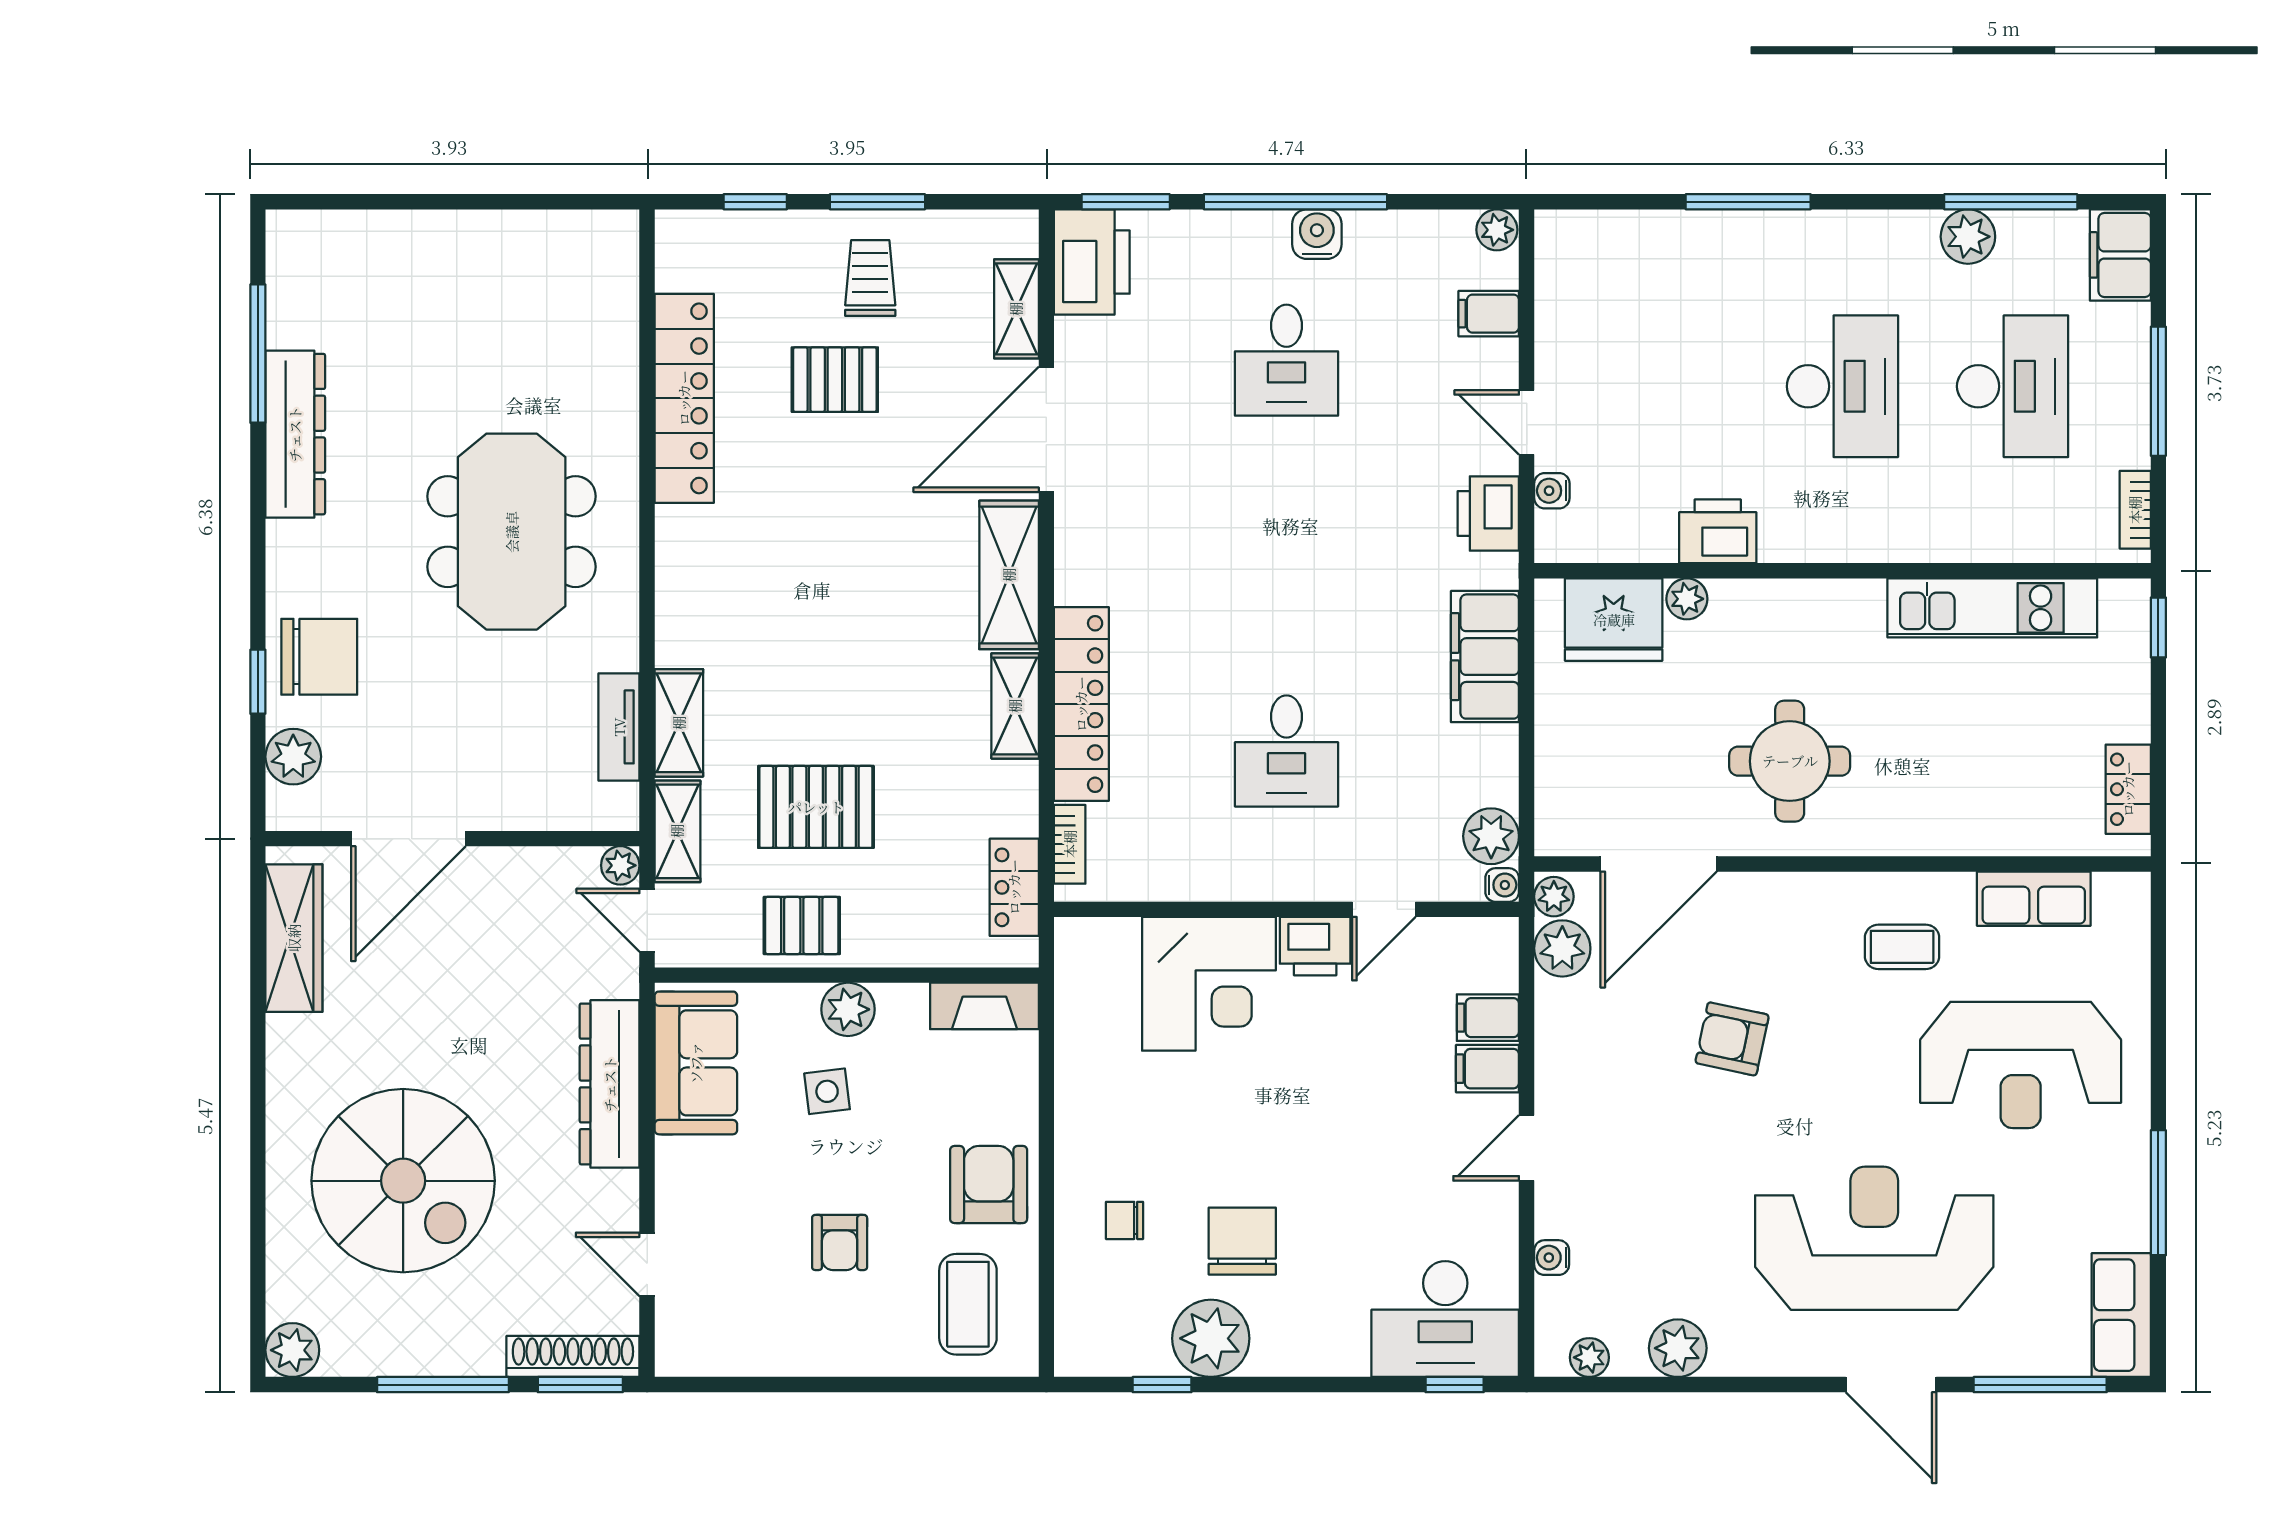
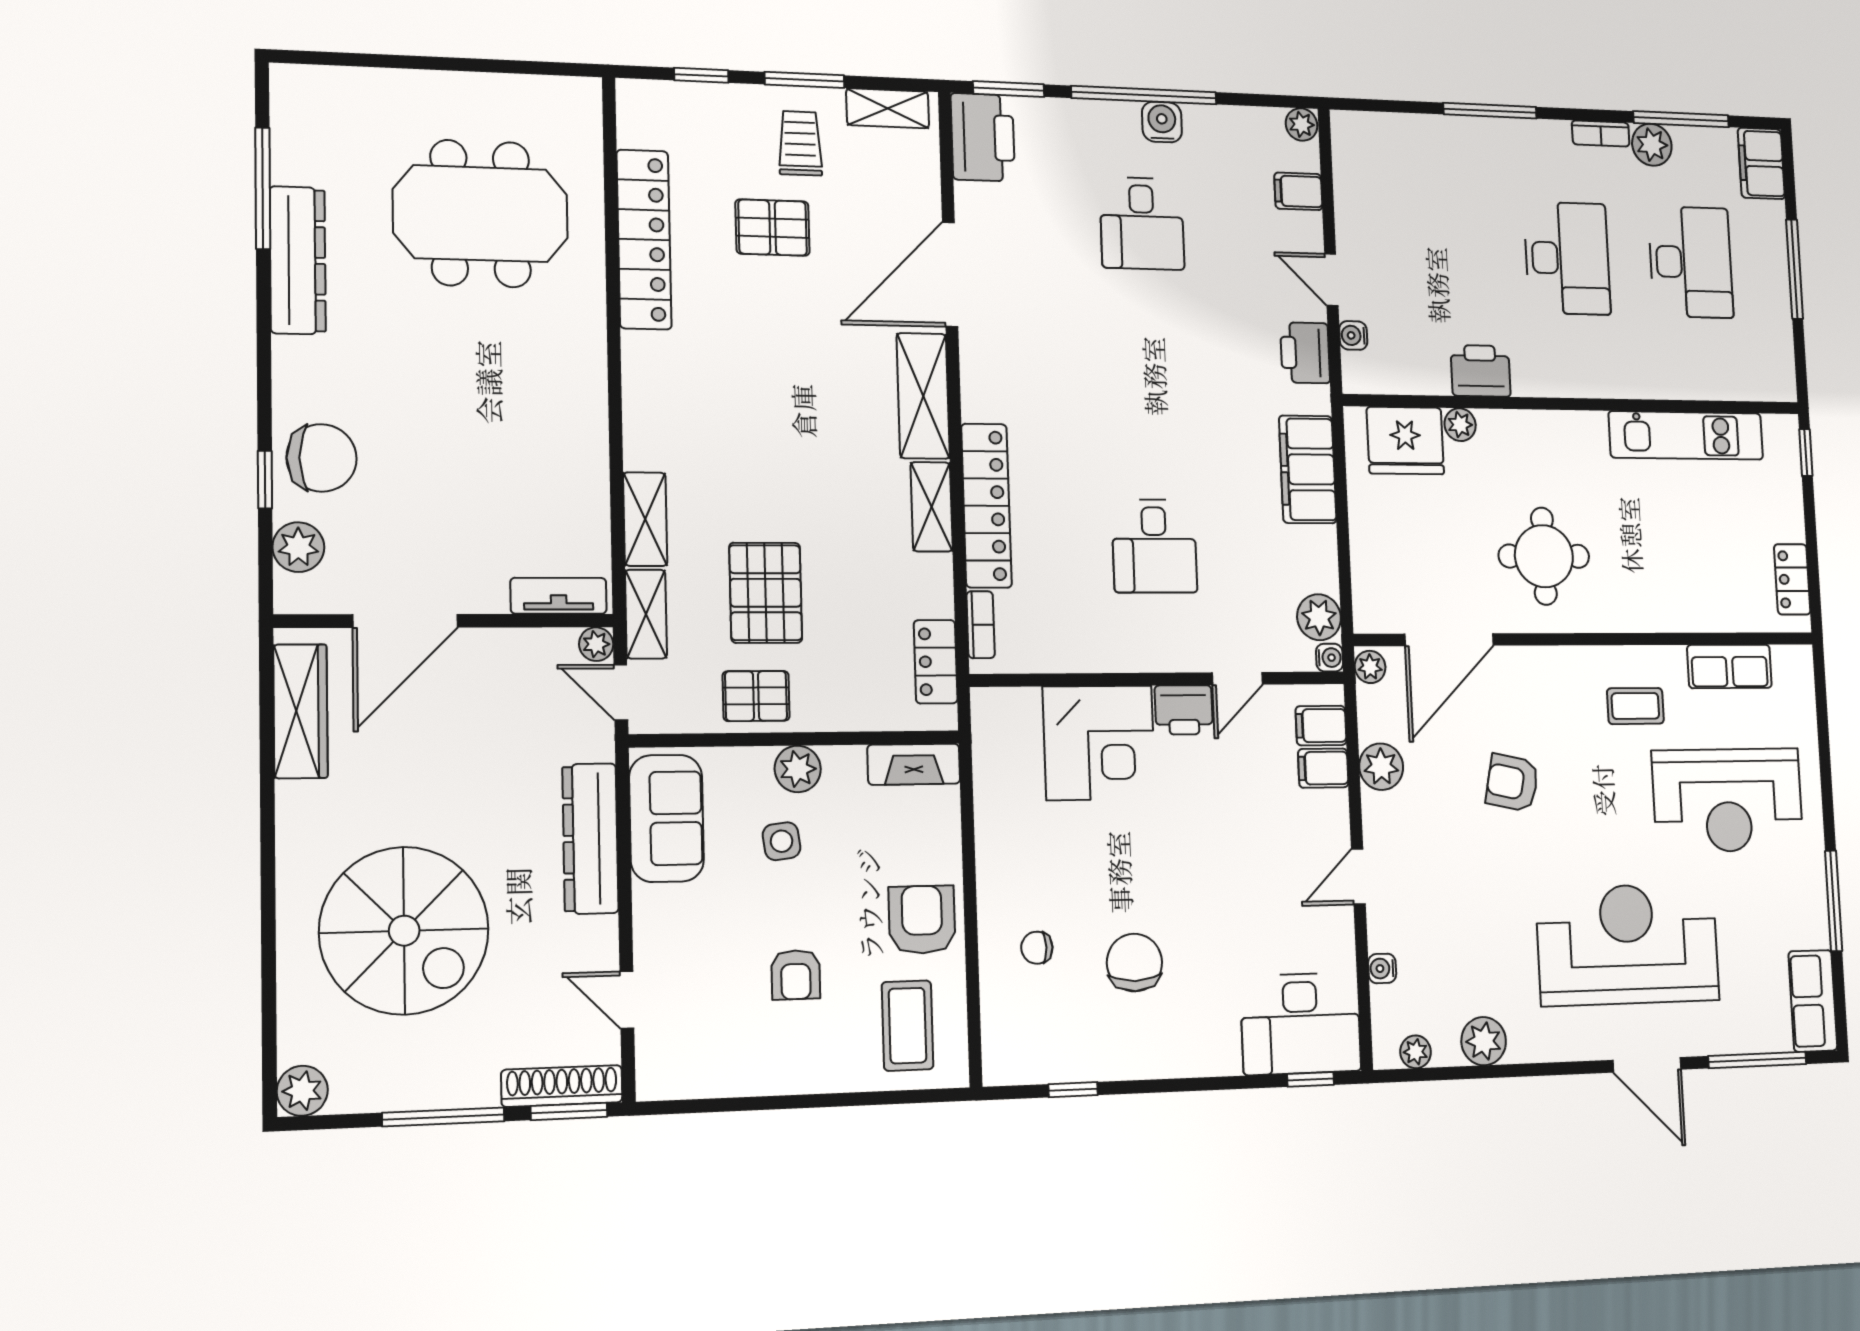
shelving: (1016, 309) -> (888, 108), moved, turned 90
bookcase: (2135, 510) -> (1601, 133), moved, turned -90
meeting table: (512, 532) -> (481, 214), moved, turned 90
tv unit: (619, 727) -> (559, 596), moved, turned 90
pallet: (816, 807) -> (766, 593), turned 90
plant: (1562, 948) -> (1381, 767), moved
filing cabinet: (1487, 1069) -> (1321, 726), moved
plant: (1211, 1338) -> (1112, 1048), removed

